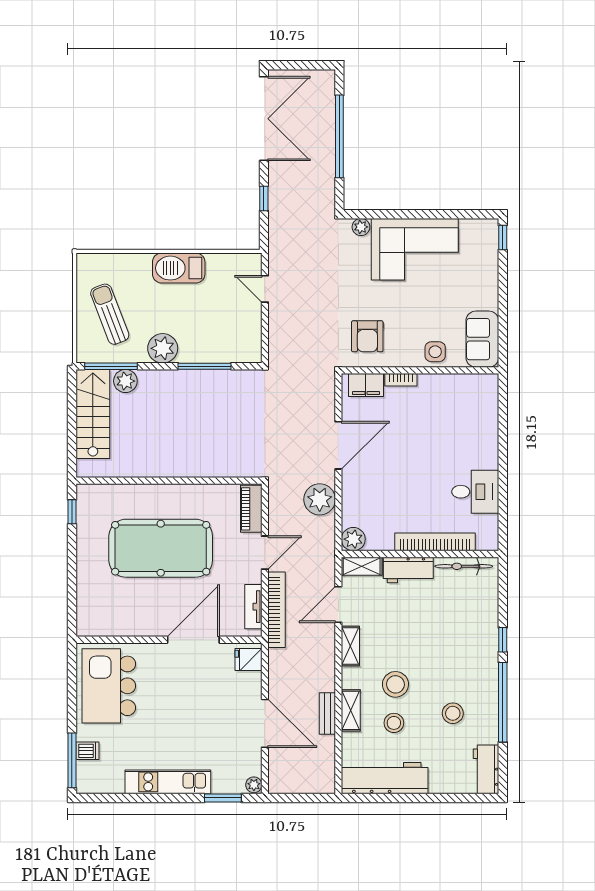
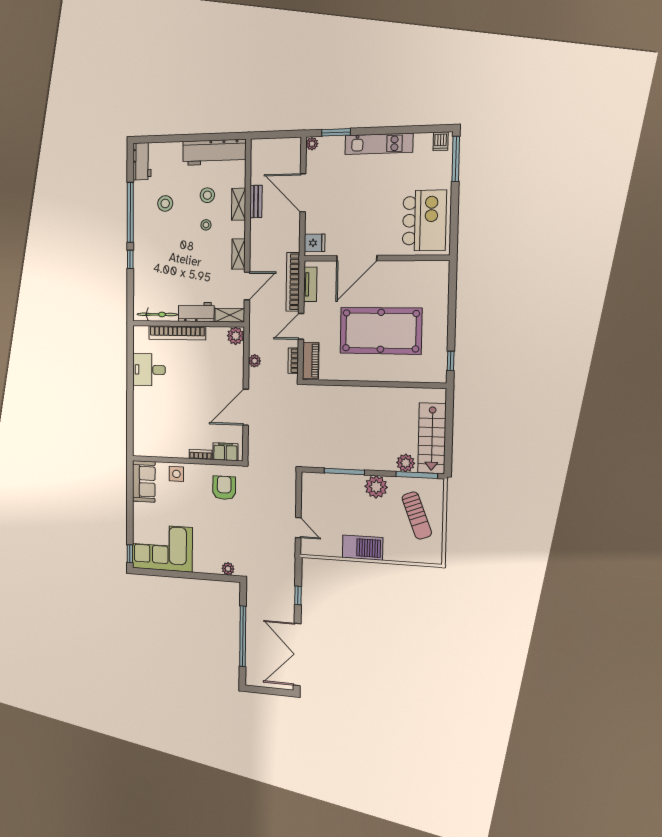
corner sofa: (415, 249) -> (162, 548), moved
plant: (320, 499) -> (255, 361), width x0.53, depth x0.53
bookcase: (275, 508) -> (293, 361), added
stool: (395, 684) -> (206, 225), width x0.53, depth x0.53
dishwasher: (88, 751) -> (441, 141), moved, turned -90

